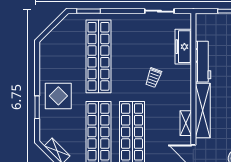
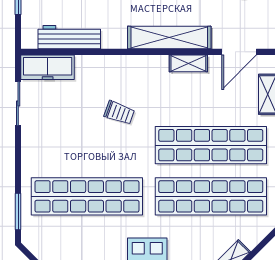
freezer: (183, 47) -> (48, 67), moved
workbench: (203, 62) -> (69, 37), moved

